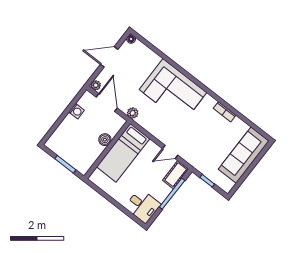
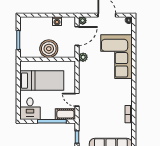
corner sofa: (173, 91) -> (117, 57), moved
boiler: (105, 140) -> (49, 49), width x1.86, depth x1.86
bed: (123, 153) -> (42, 81), moved, turned 180

